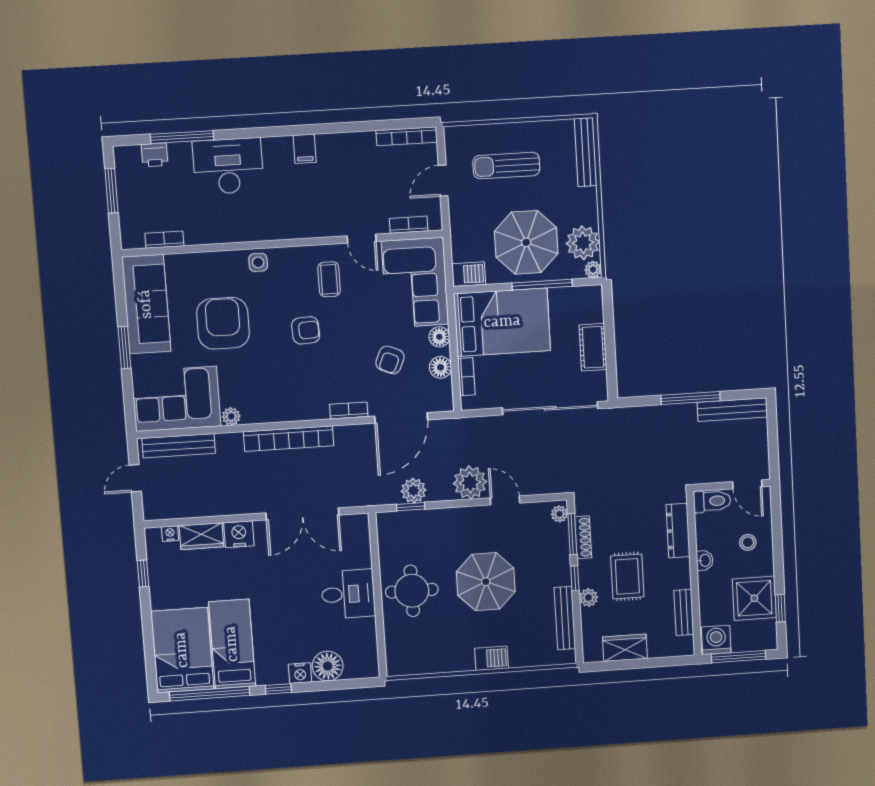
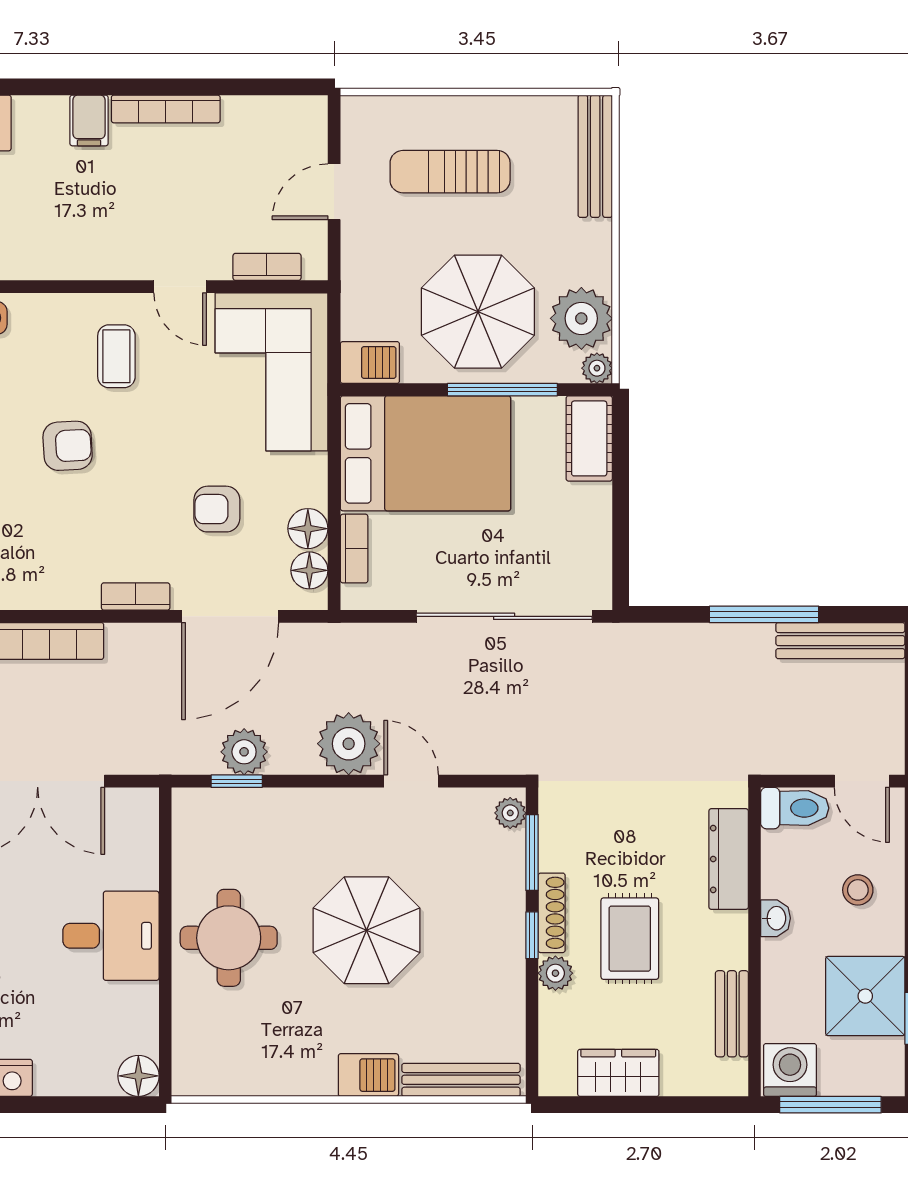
bookcase: (407, 136) -> (166, 109), moved
floor lamp: (439, 337) -> (309, 570), moved
cot: (593, 347) -> (589, 438), moved
armchair: (390, 360) -> (217, 509), turned 67
shoe rack: (583, 537) -> (552, 913), moved
bench: (565, 618) -> (461, 1080), moved, turned 90
floor lamp: (328, 666) -> (138, 1076), moved, width x0.73, depth x0.73

